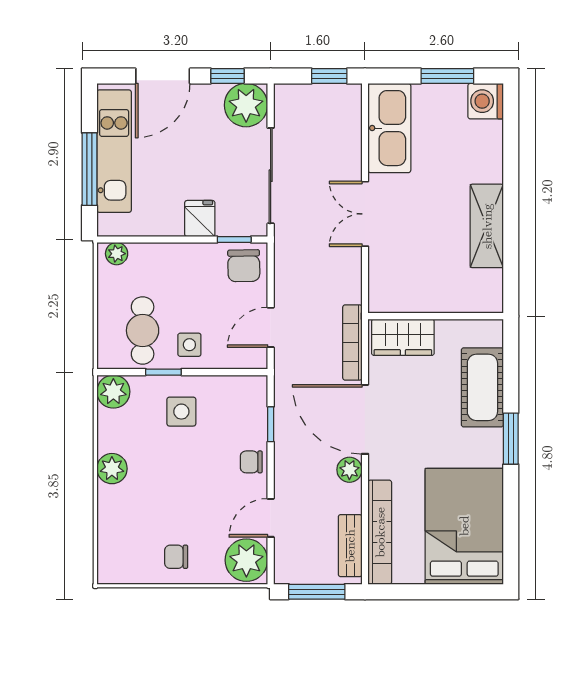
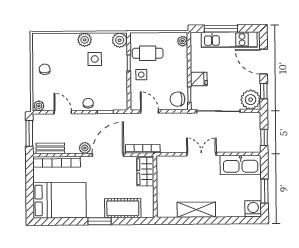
side table: (181, 412) -> (95, 59), moved
plant: (246, 560) -> (39, 106), width x0.53, depth x0.53

